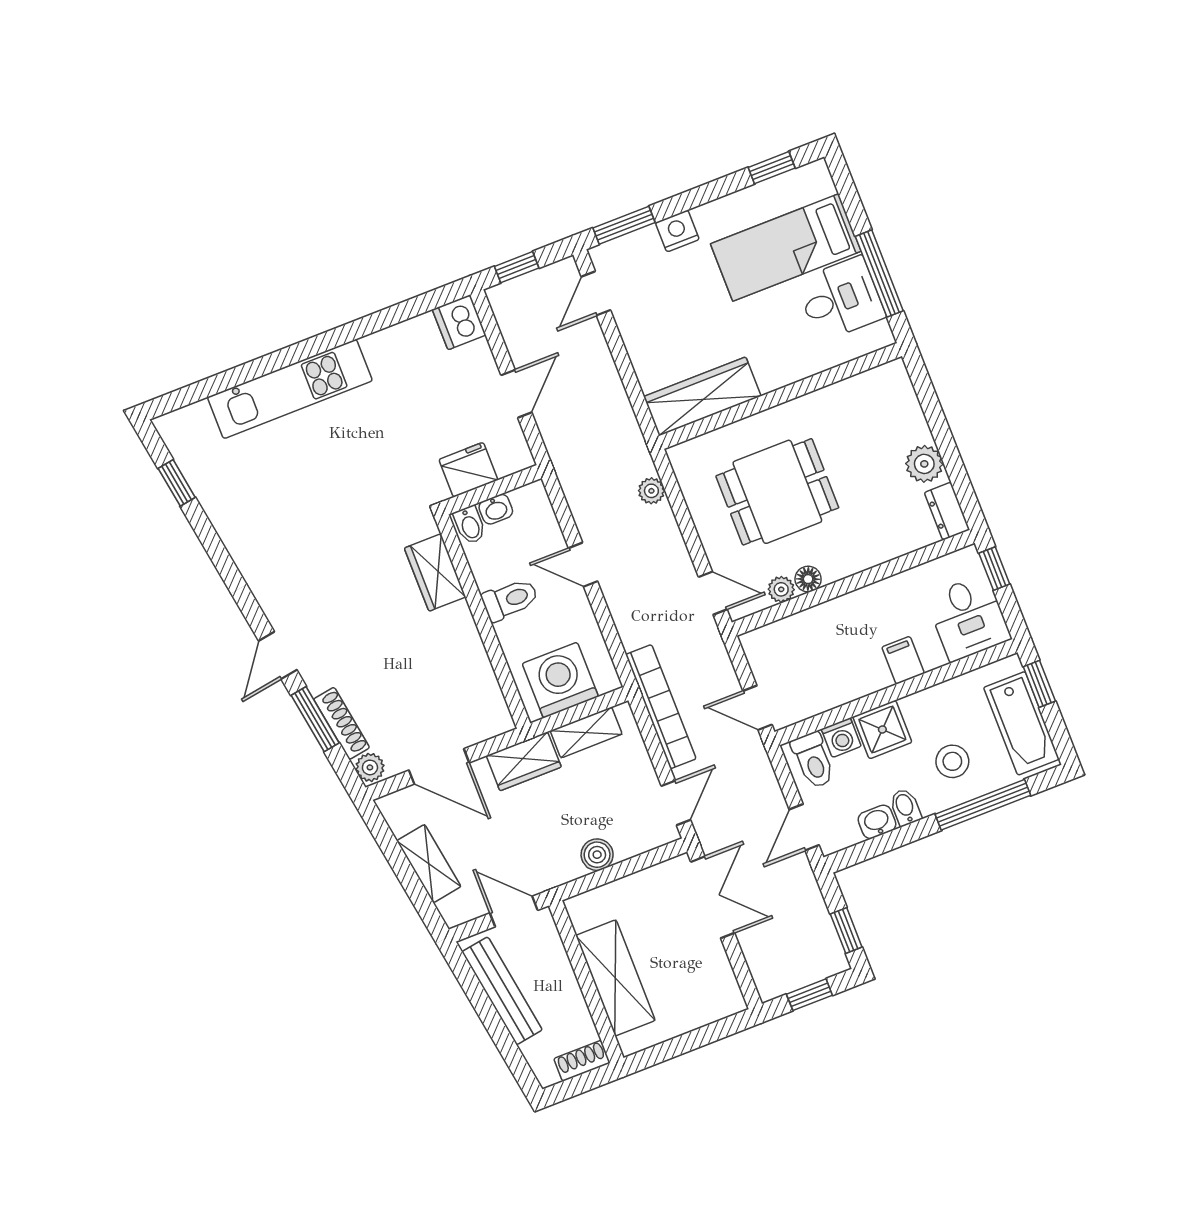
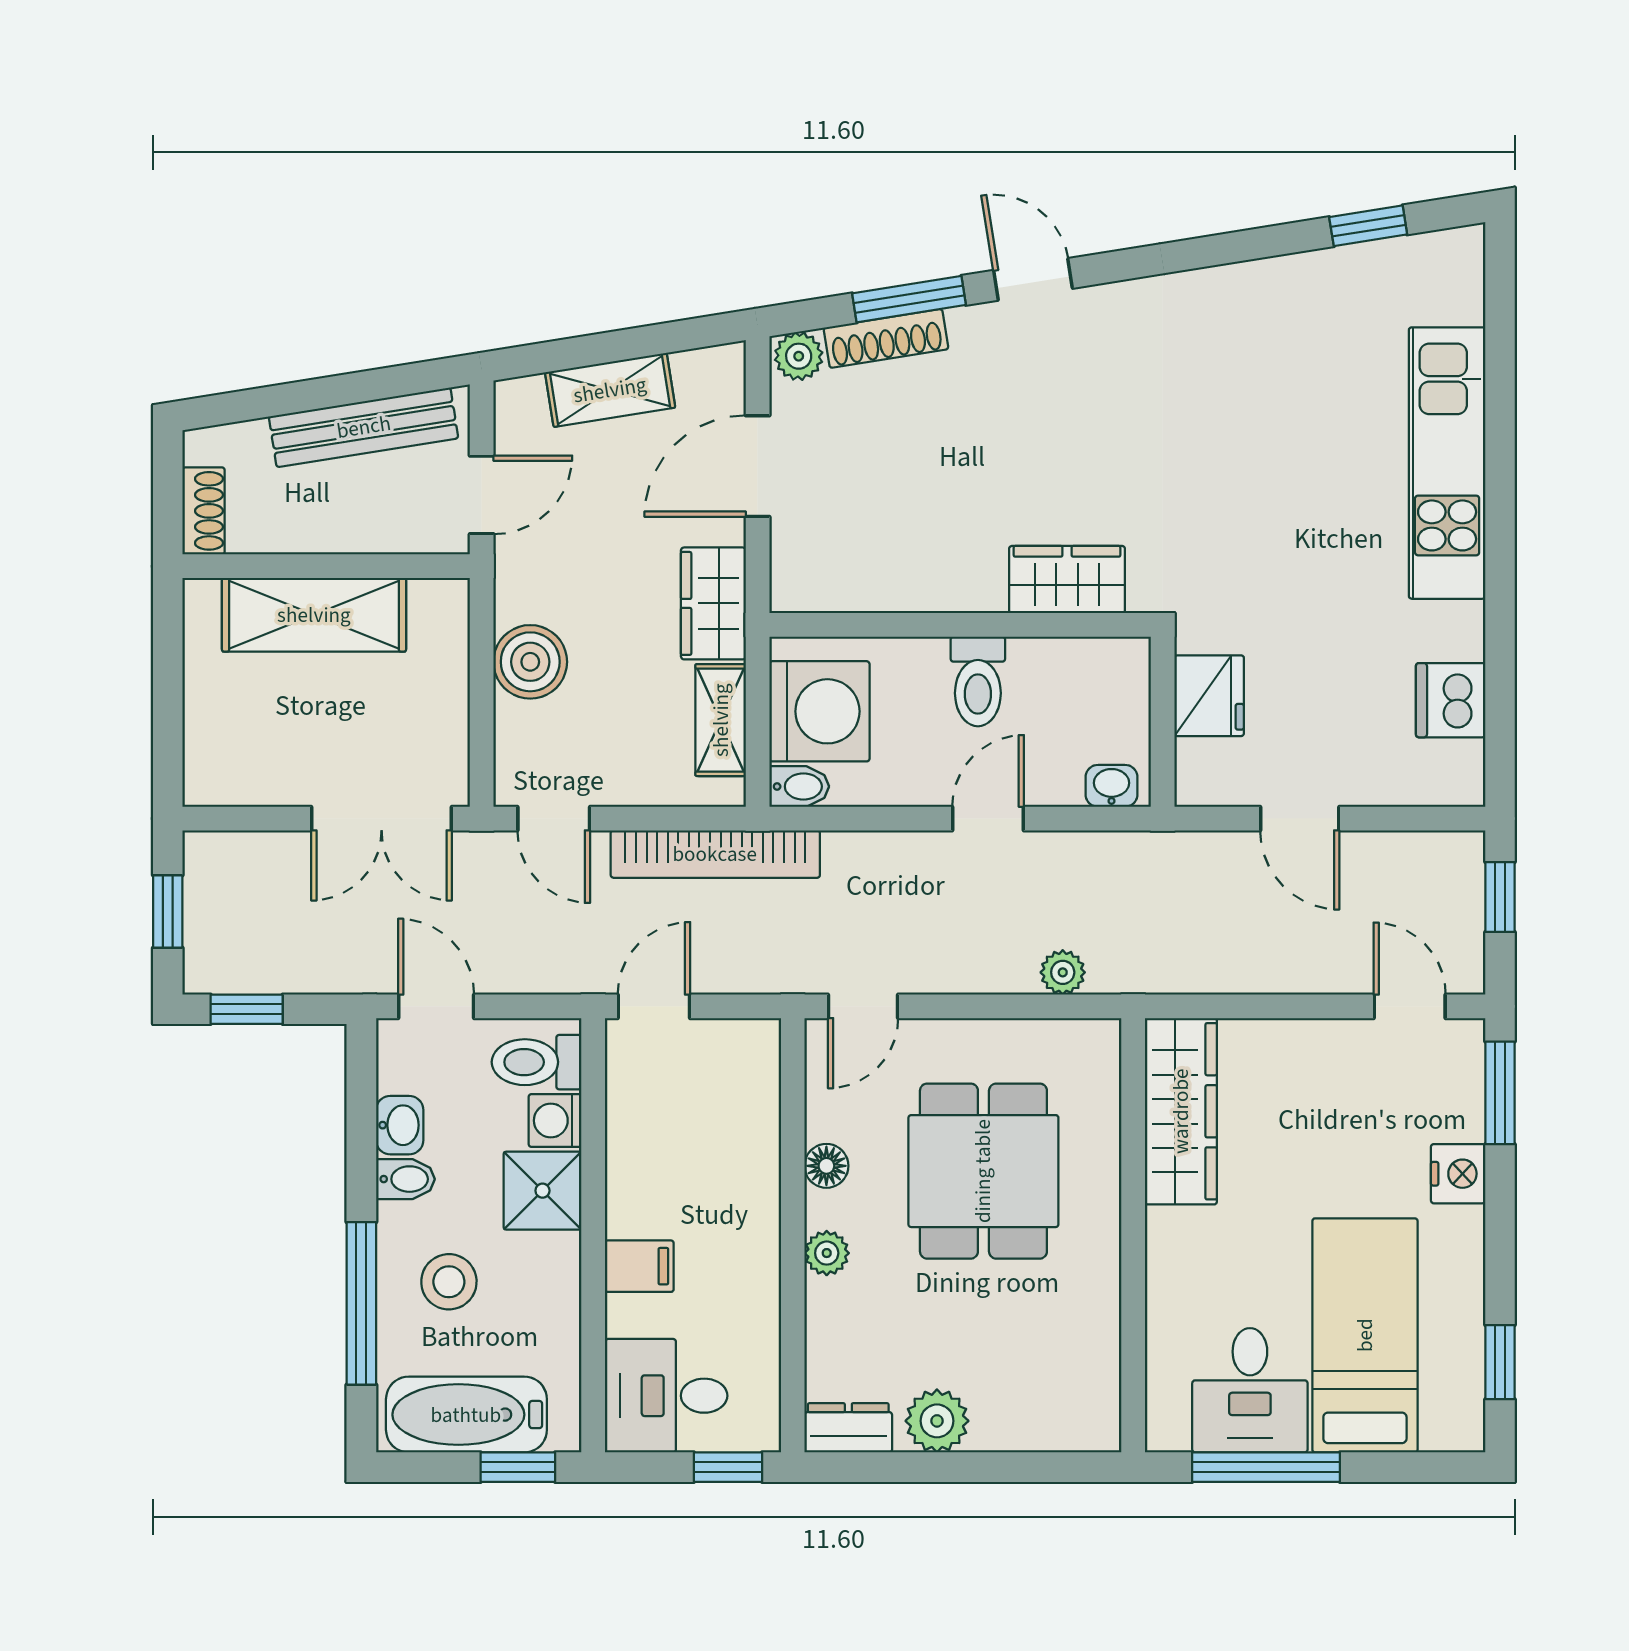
dishwasher: (459, 322) -> (1451, 700), moved, turned -90
washbasin: (496, 509) -> (1112, 786), moved, turned 90
bidet: (470, 525) -> (799, 786), moved, turned 180
plant: (781, 589) -> (827, 1253), moved
boiler: (597, 855) -> (530, 662), width x1.36, depth x1.36

